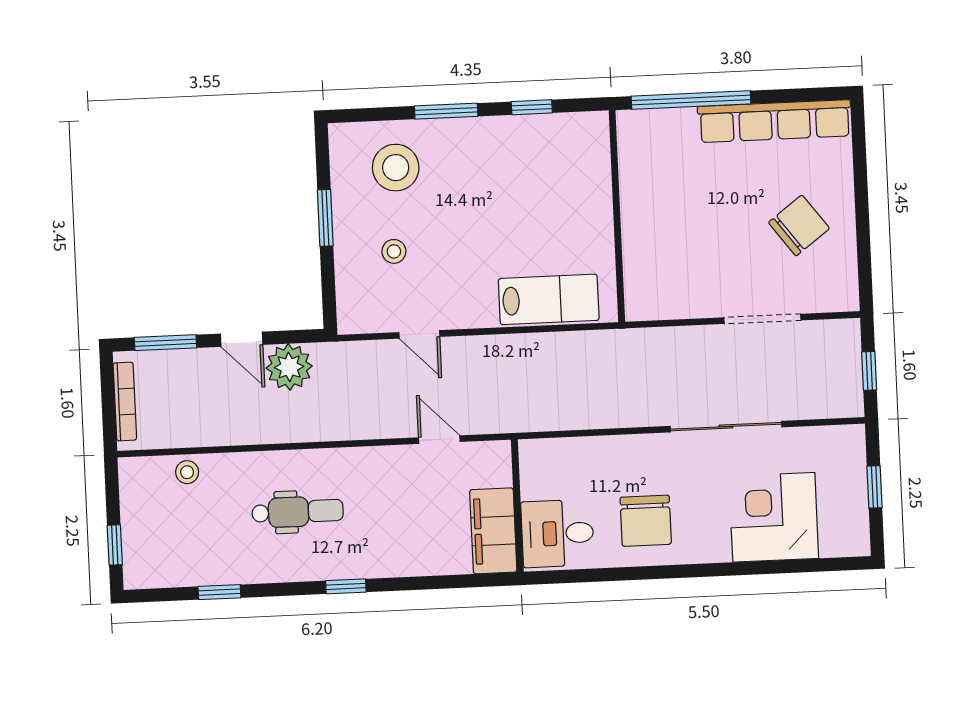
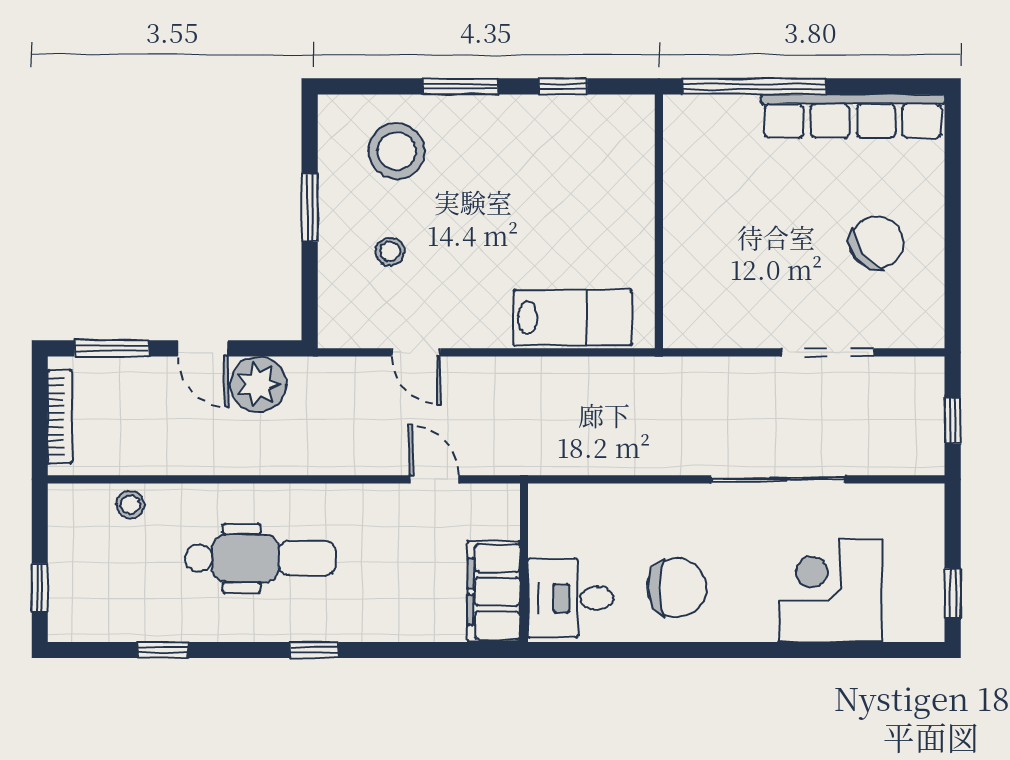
window: (875, 487) -> (953, 594), moved
dental chair: (298, 512) -> (260, 558), width x1.36, depth x1.38
chair: (646, 521) -> (677, 588), turned -90

